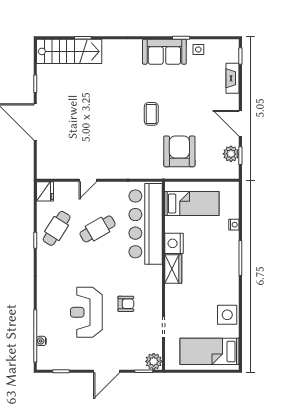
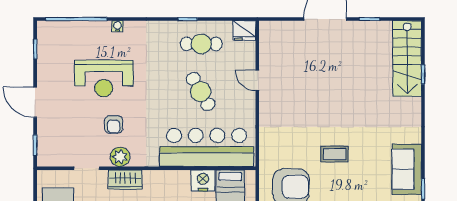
cafe table: (57, 228) -> (201, 44), turned -32
nightstand: (174, 243) -> (203, 181), moved
wardrobe: (173, 269) -> (125, 180), moved
reception desk: (86, 312) -> (104, 79), turned 180
water cooler: (41, 341) -> (118, 26), moved
plant: (154, 361) -> (120, 157), moved

